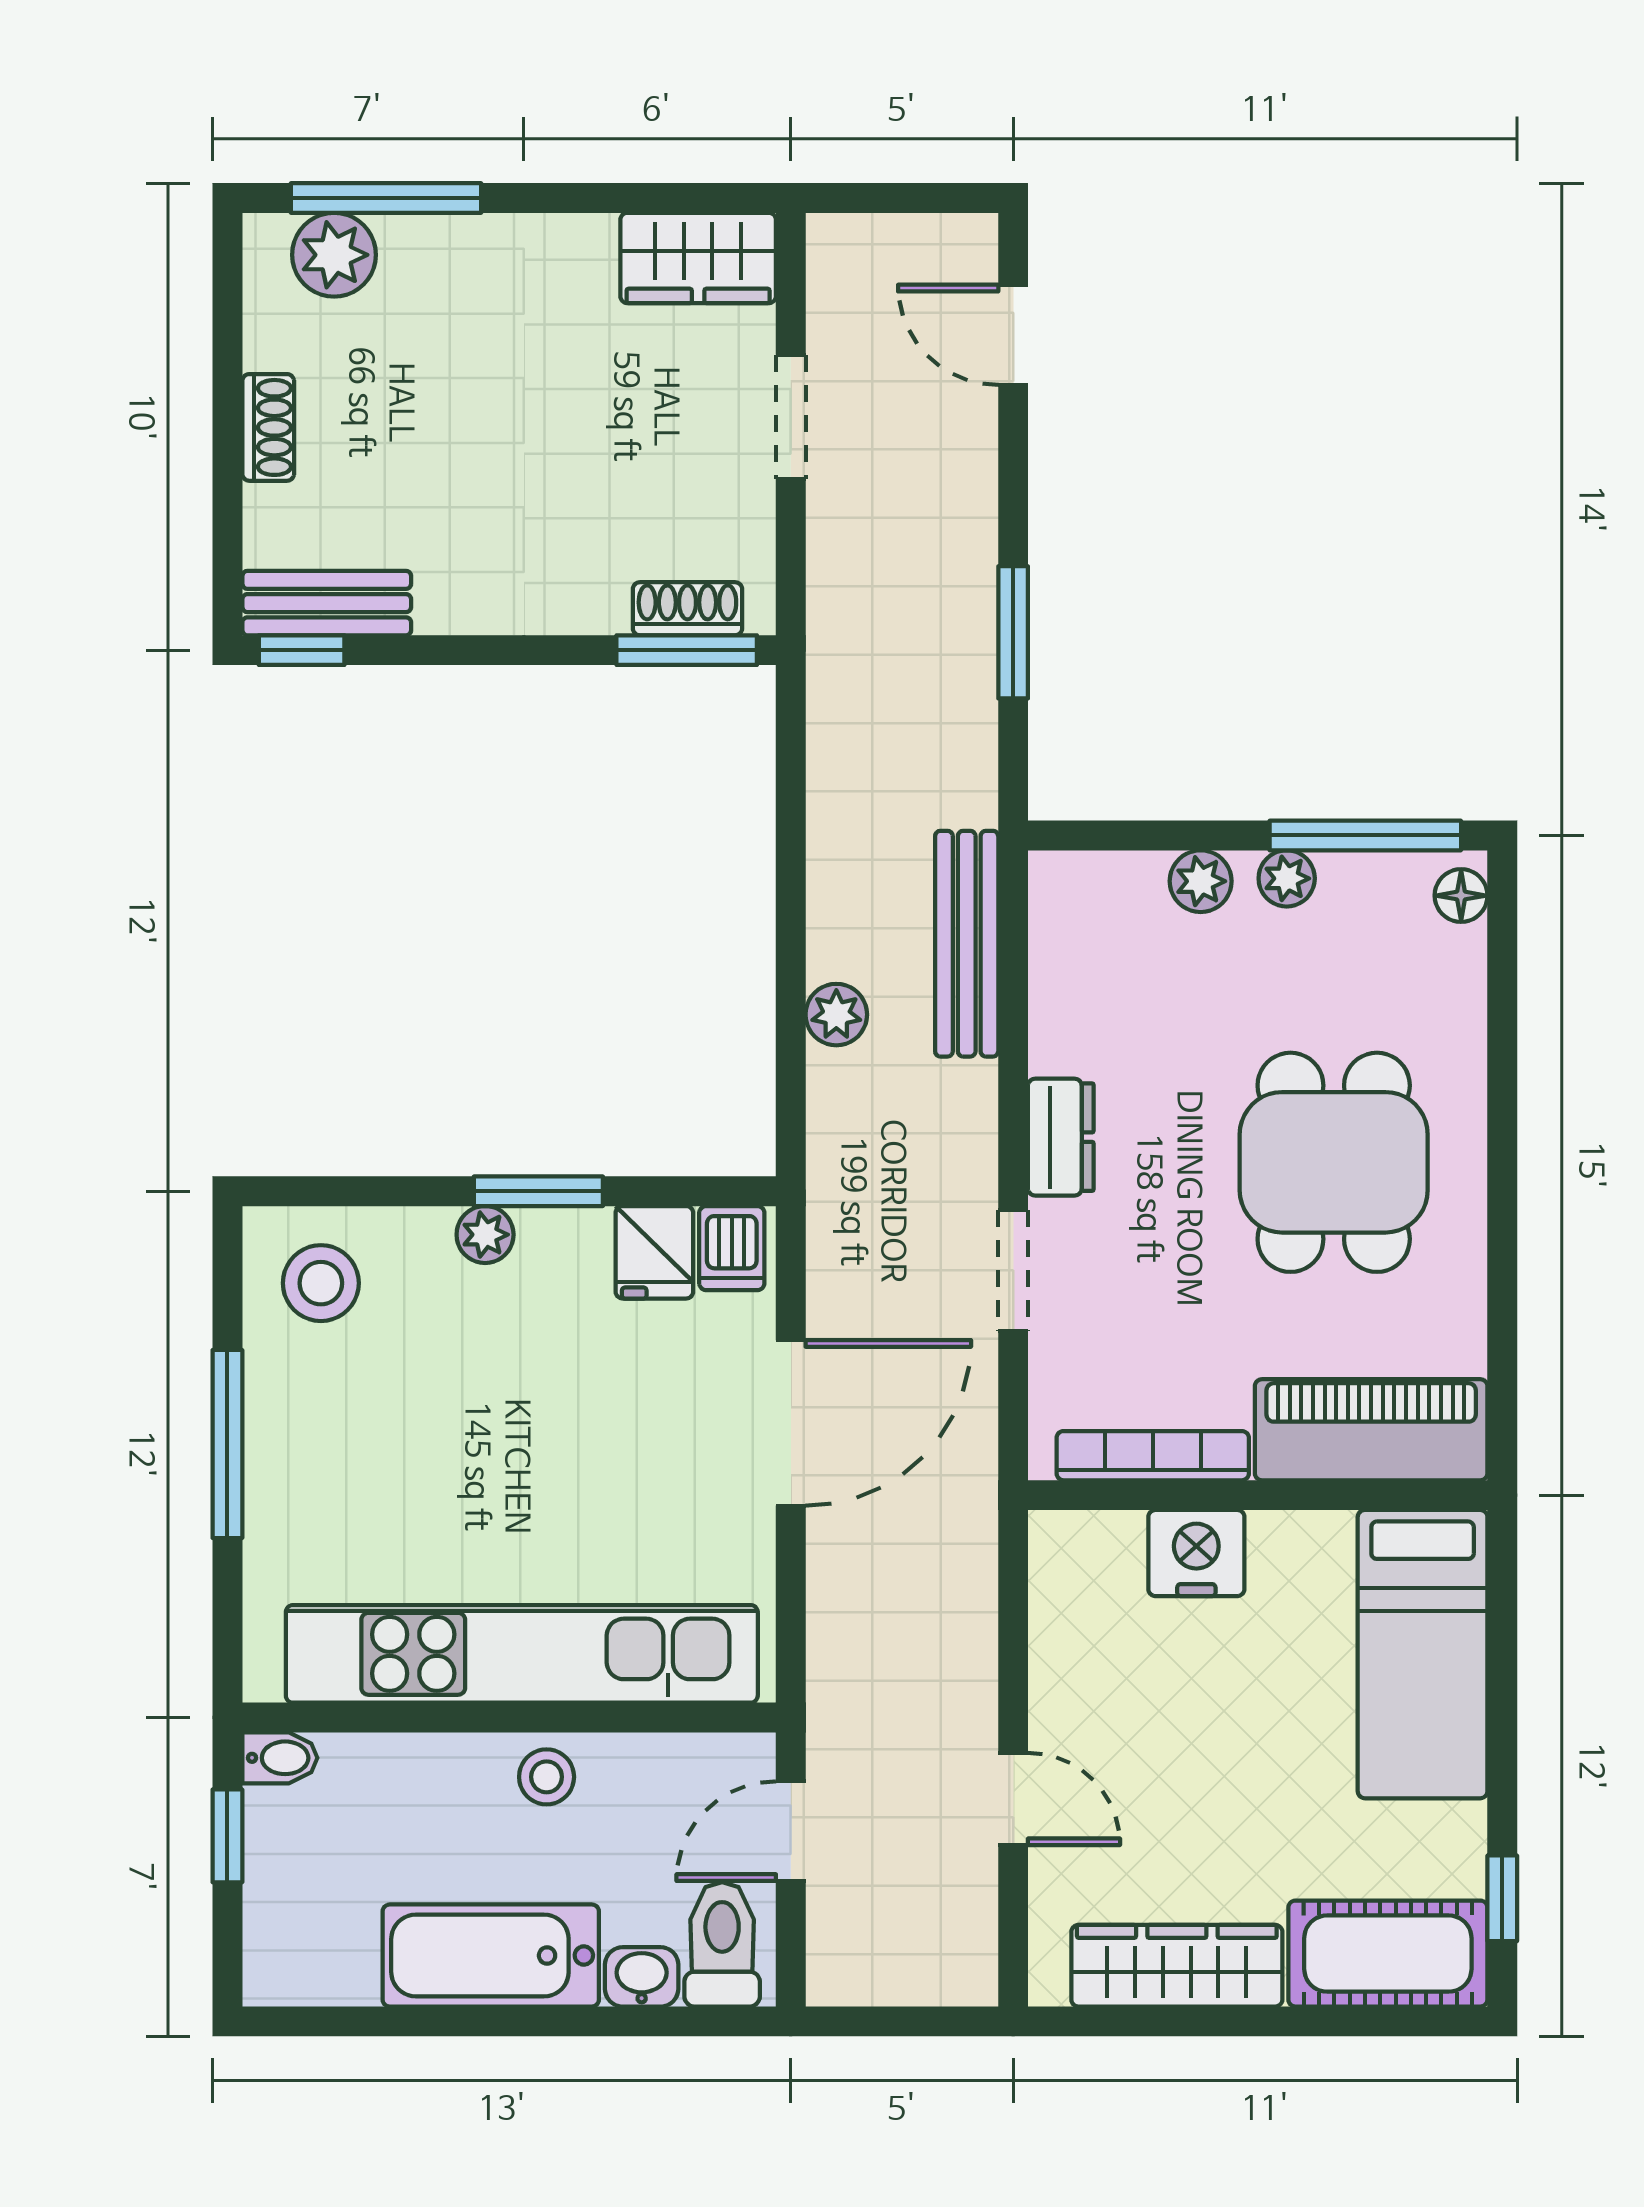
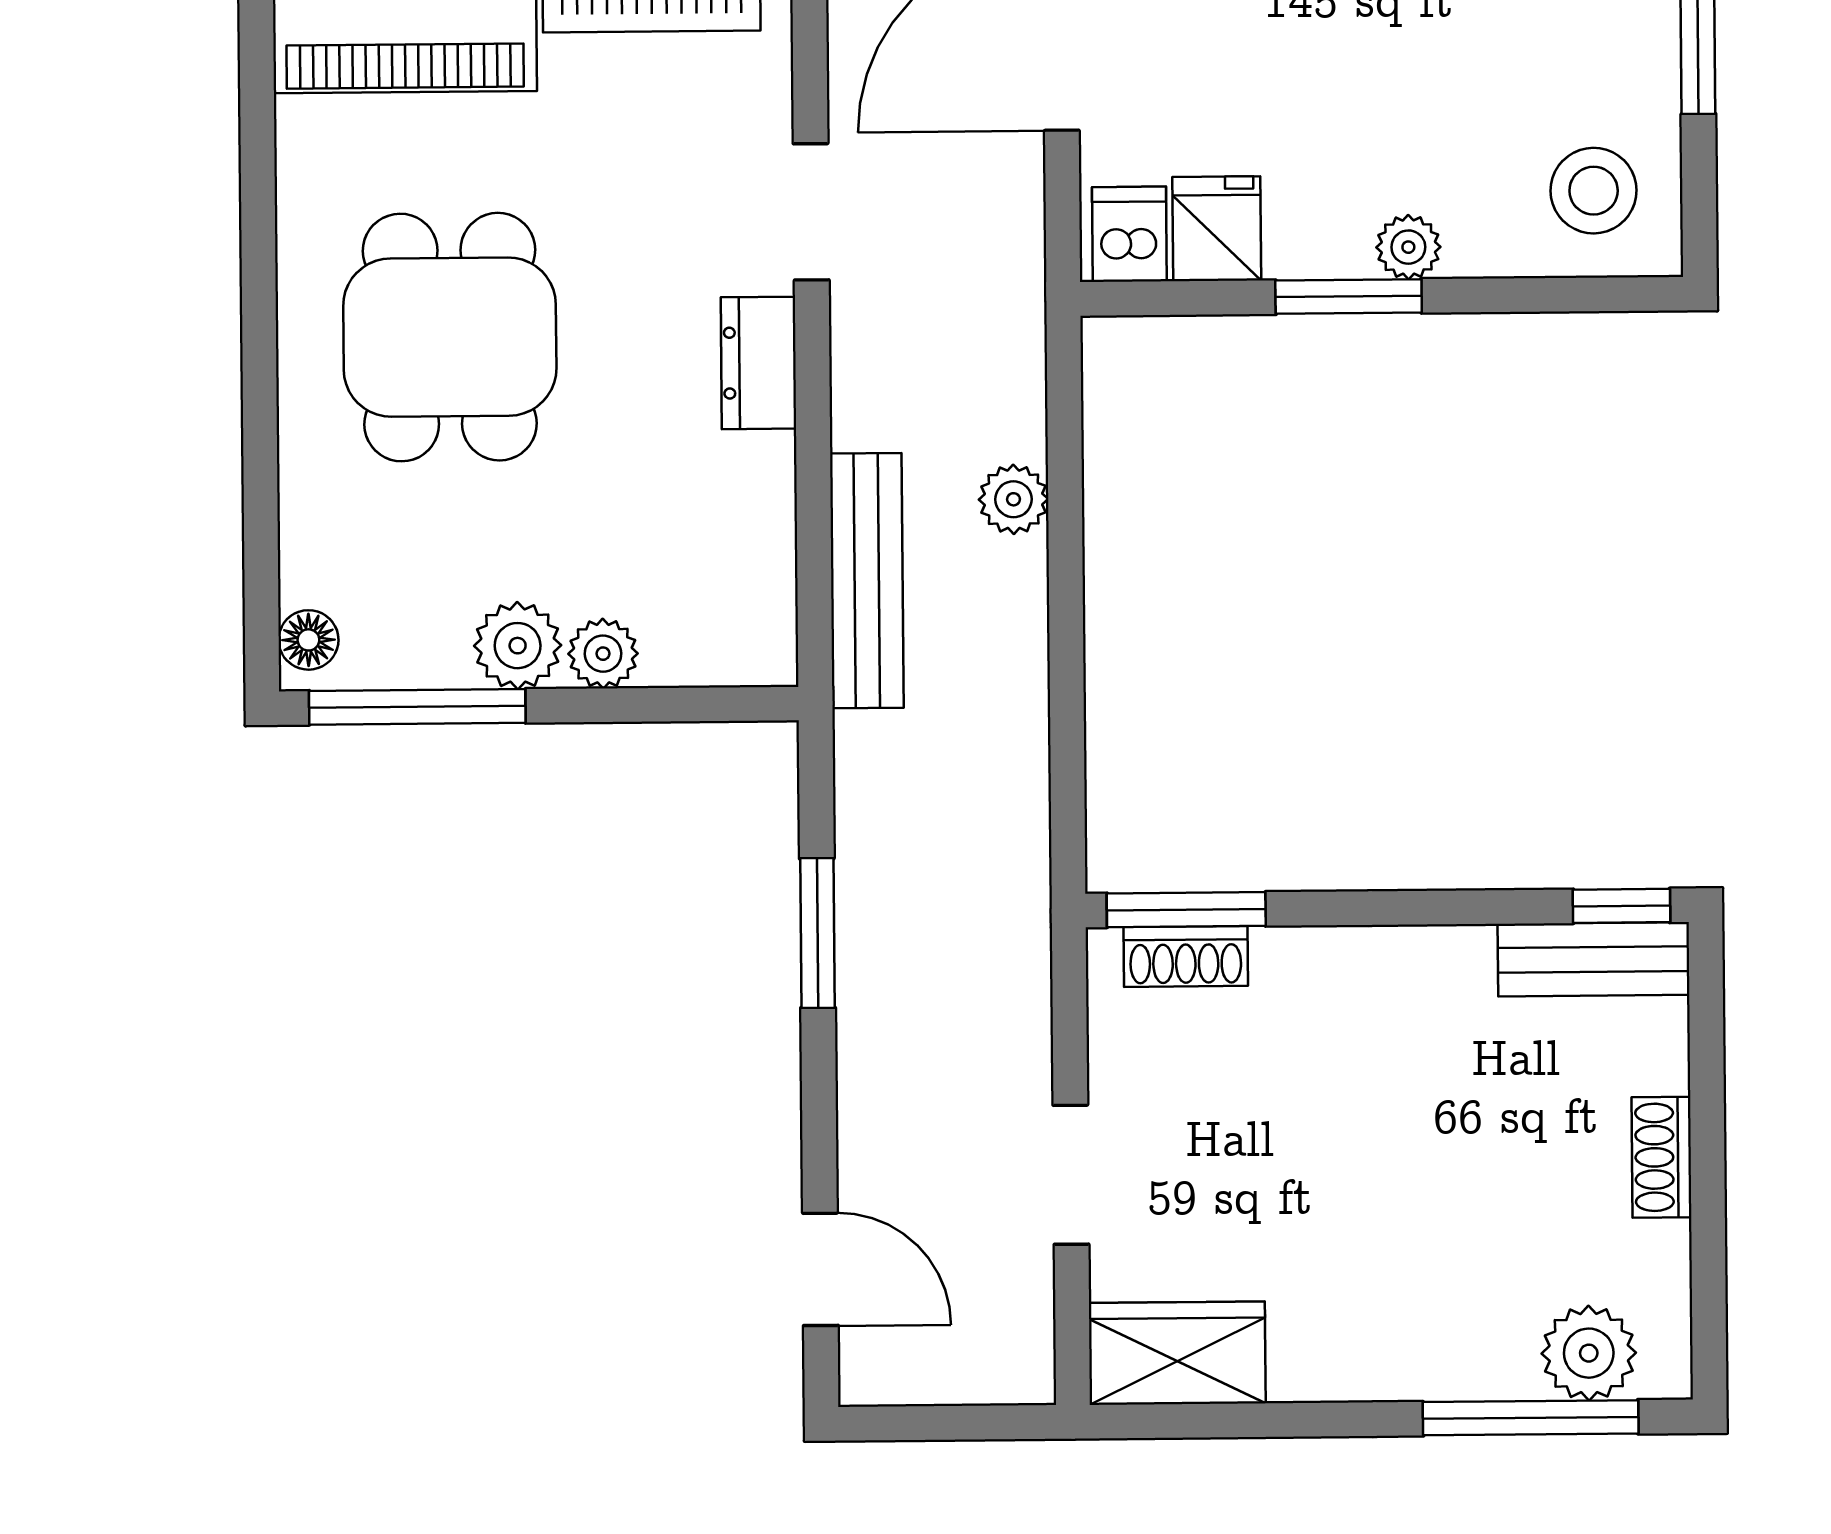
plant: (1287, 878) -> (518, 646), width x1.38, depth x1.38

